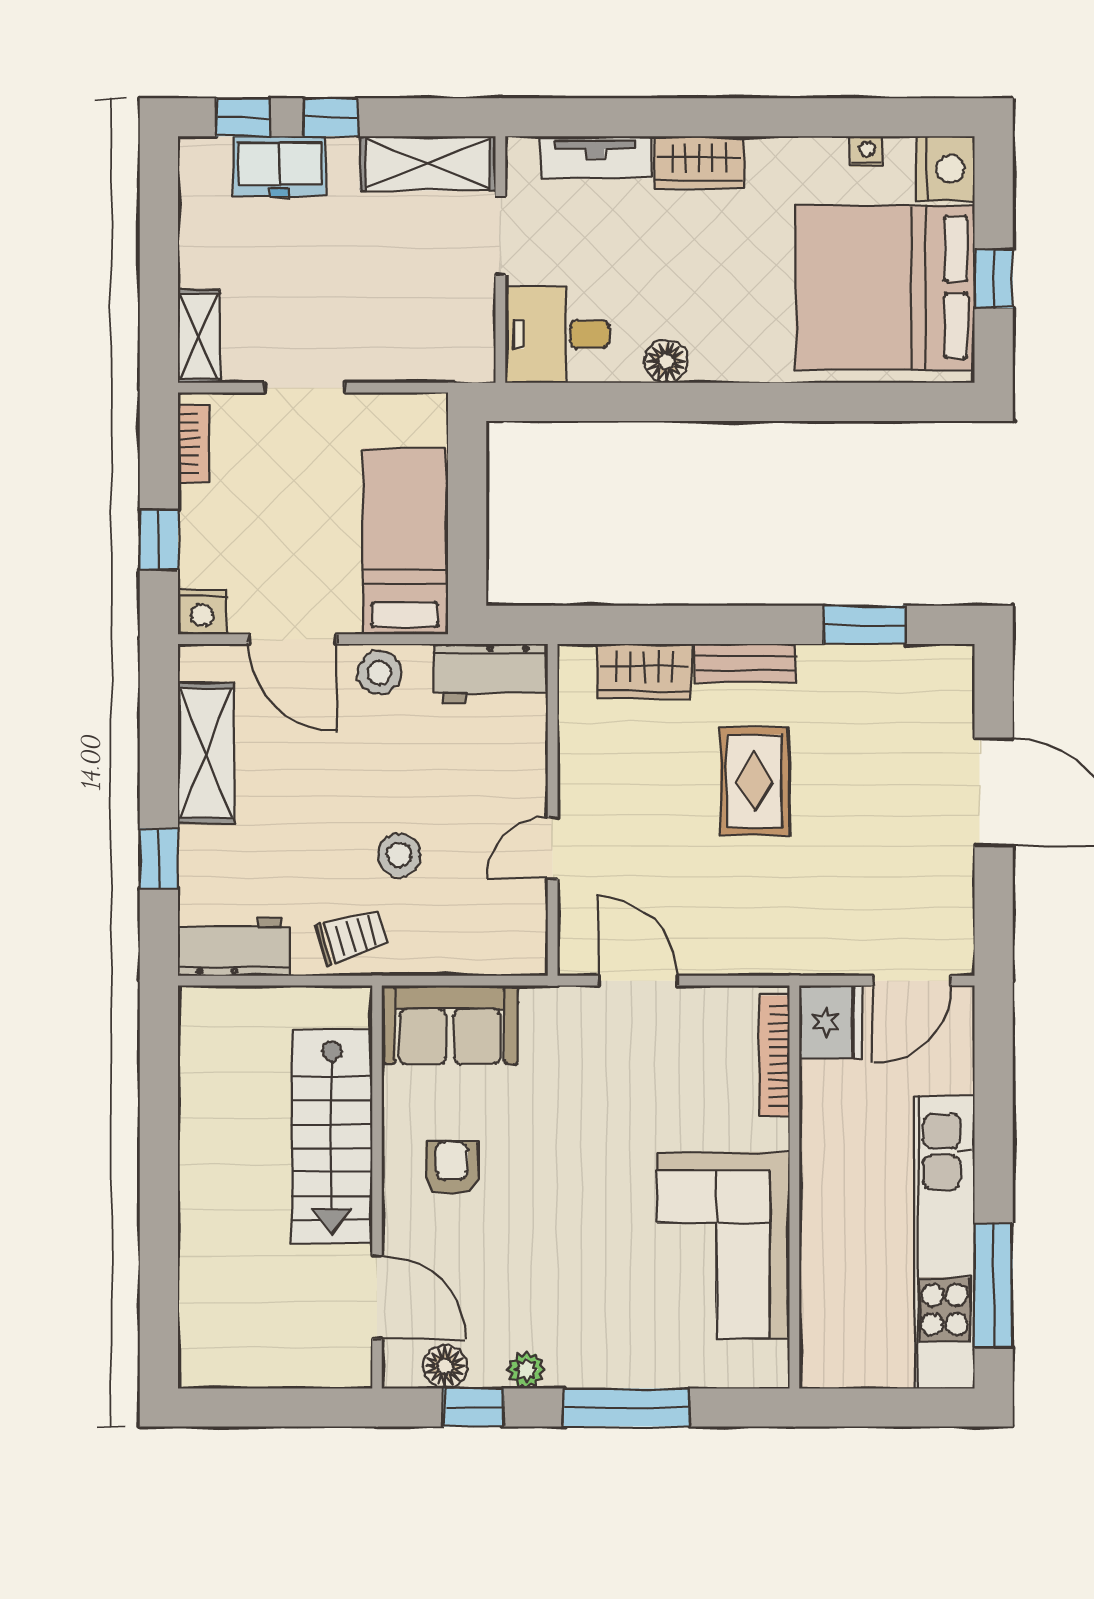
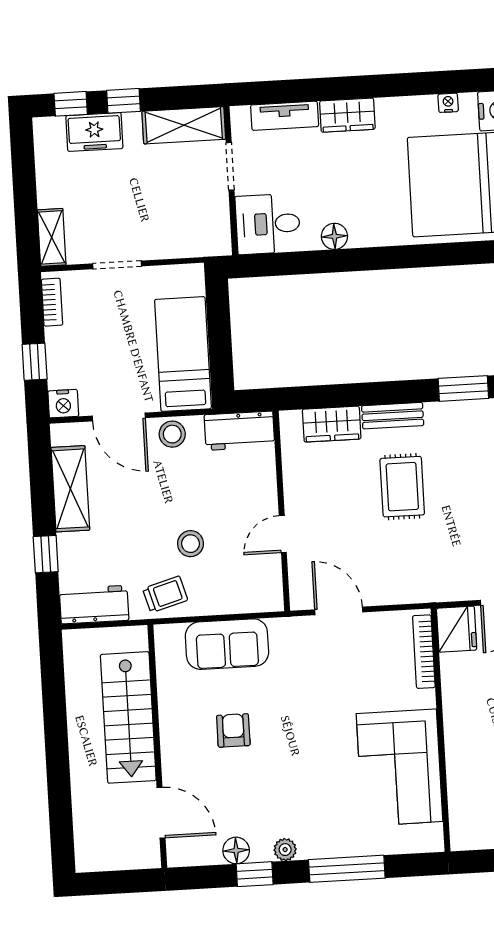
stairs: (332, 1137) -> (128, 717), moved
wall: (377, 1187) -> (157, 746), moved
door: (377, 1297) -> (161, 813), moved

